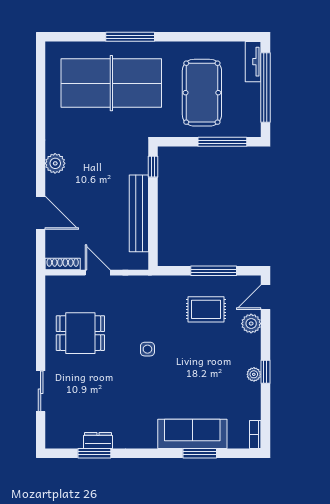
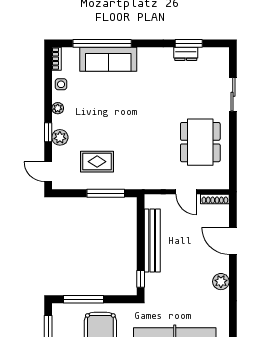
window: (214, 271) -> (106, 193), moved
door: (265, 297) -> (48, 172), swing flipped
plant: (251, 324) -> (60, 137), moved
dining table: (80, 333) -> (200, 142), width x1.38
side table: (147, 349) -> (61, 84), moved
window: (265, 372) -> (48, 132), moved
window: (200, 453) -> (102, 43), width x2.11

